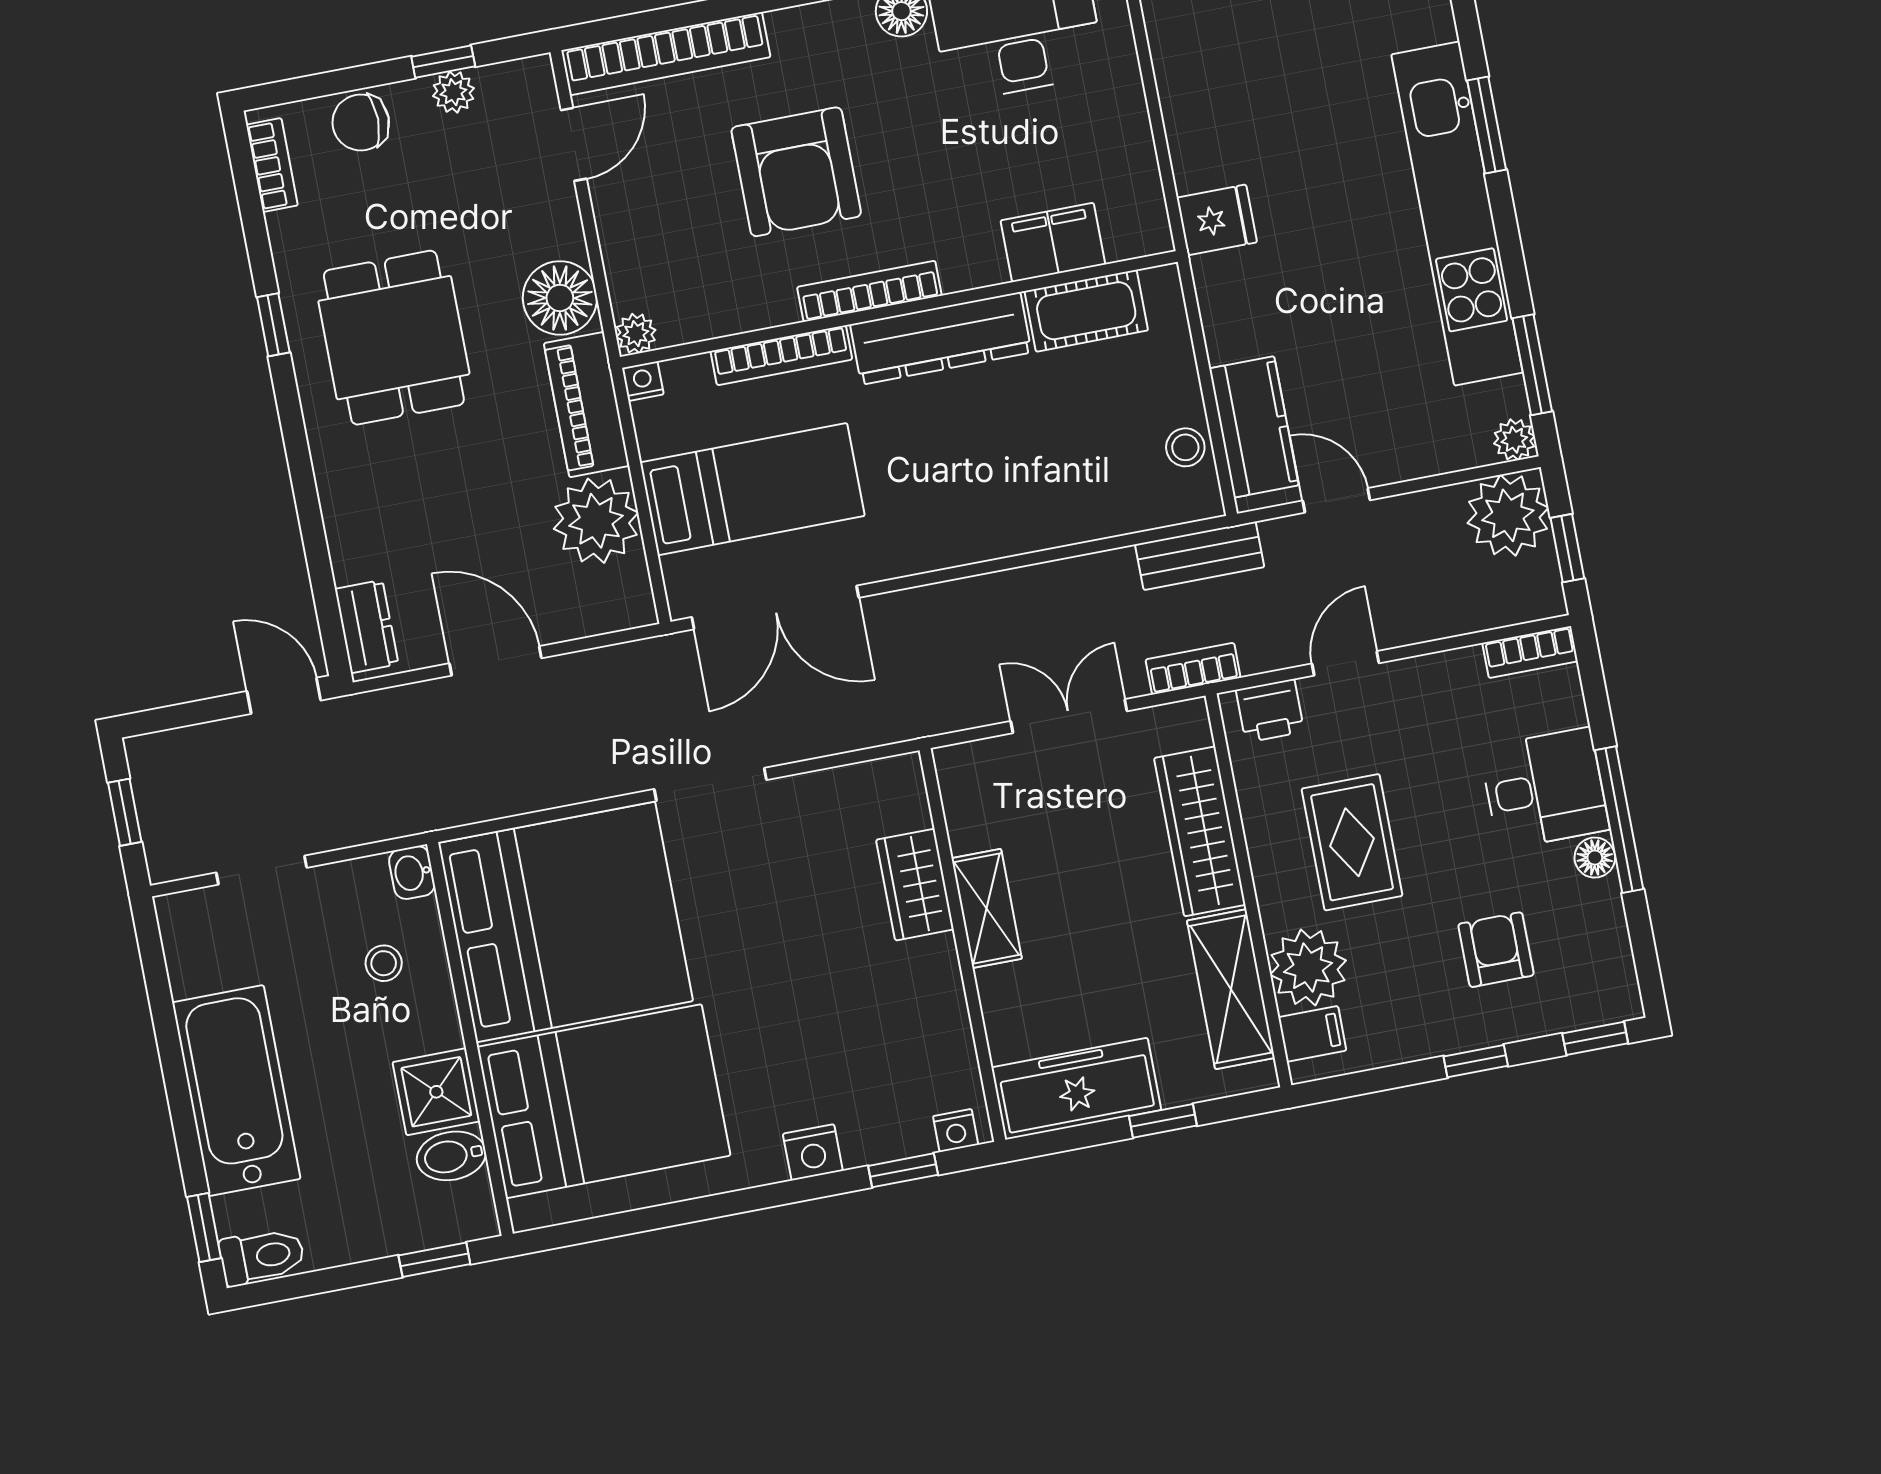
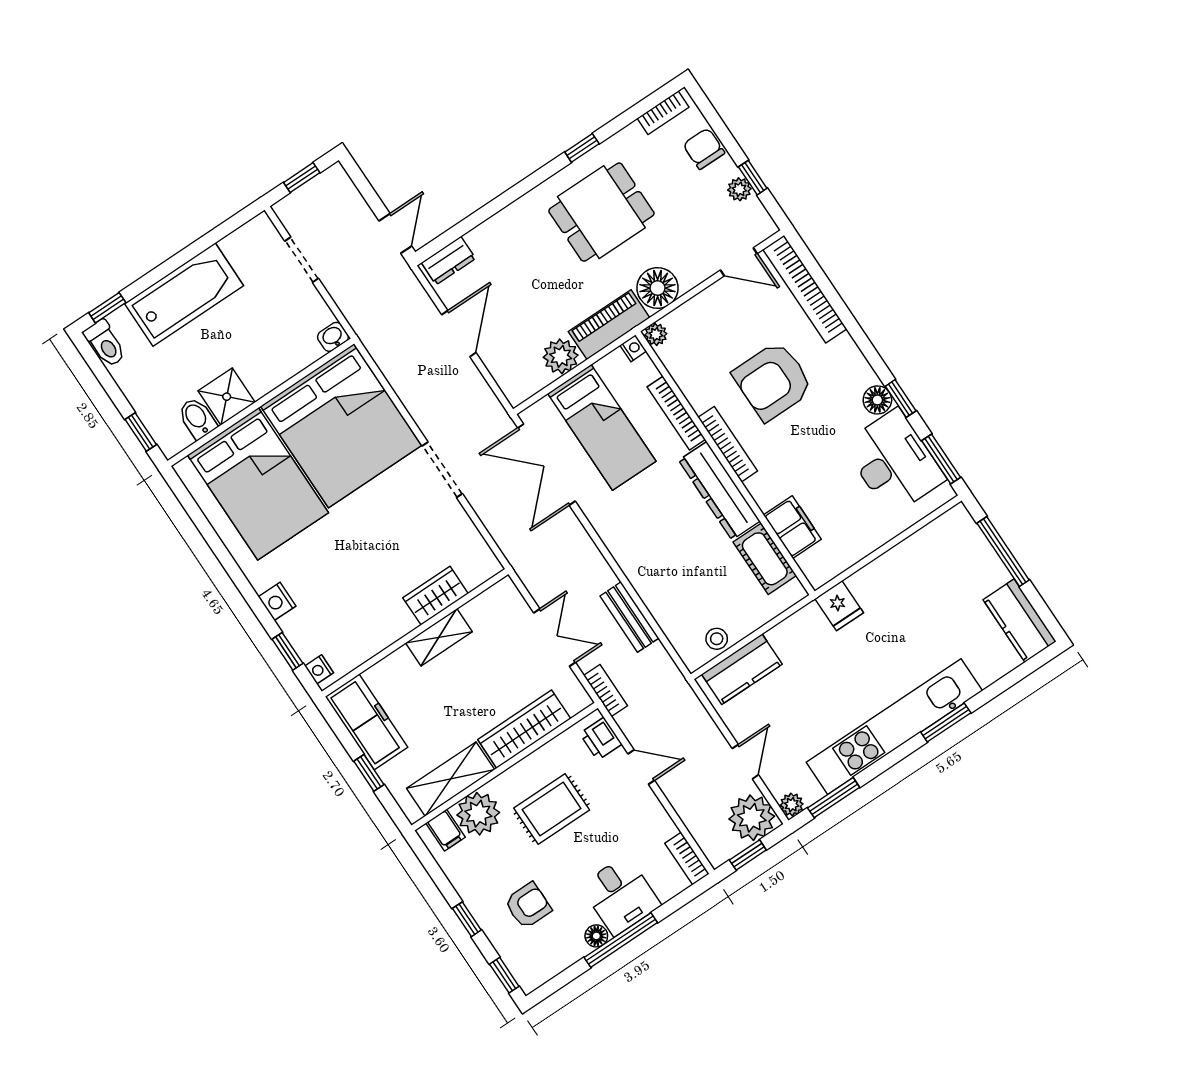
door: (1336, 500) -> (745, 762), moved
plant: (596, 521) -> (561, 356), width x0.73, depth x0.73
bench: (1200, 556) -> (629, 617), moved
stool: (384, 963) -> (281, 342), removed

